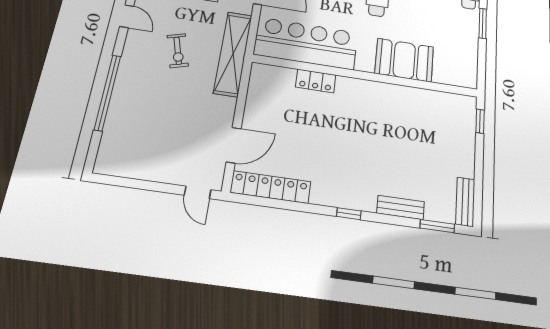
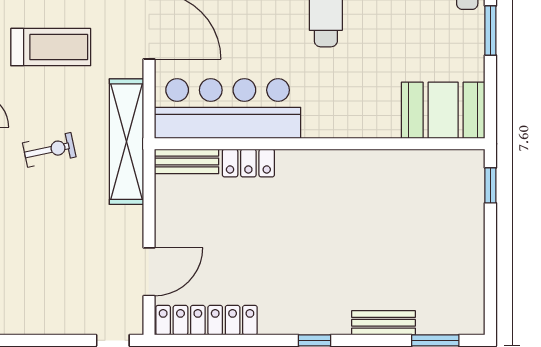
exercise bike: (178, 51) -> (49, 150), turned -86
booth: (404, 60) -> (443, 110), moved
bench: (465, 202) -> (187, 161), moved, turned 90

